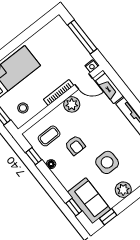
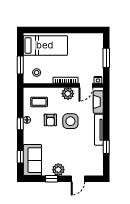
window: (82, 37) -> (106, 58), width x0.69
door: (84, 81) -> (86, 85), hinge flipped
window: (34, 156) -> (20, 124), moved
side table: (107, 162) -> (70, 121), moved
window: (108, 217) -> (52, 179), moved

